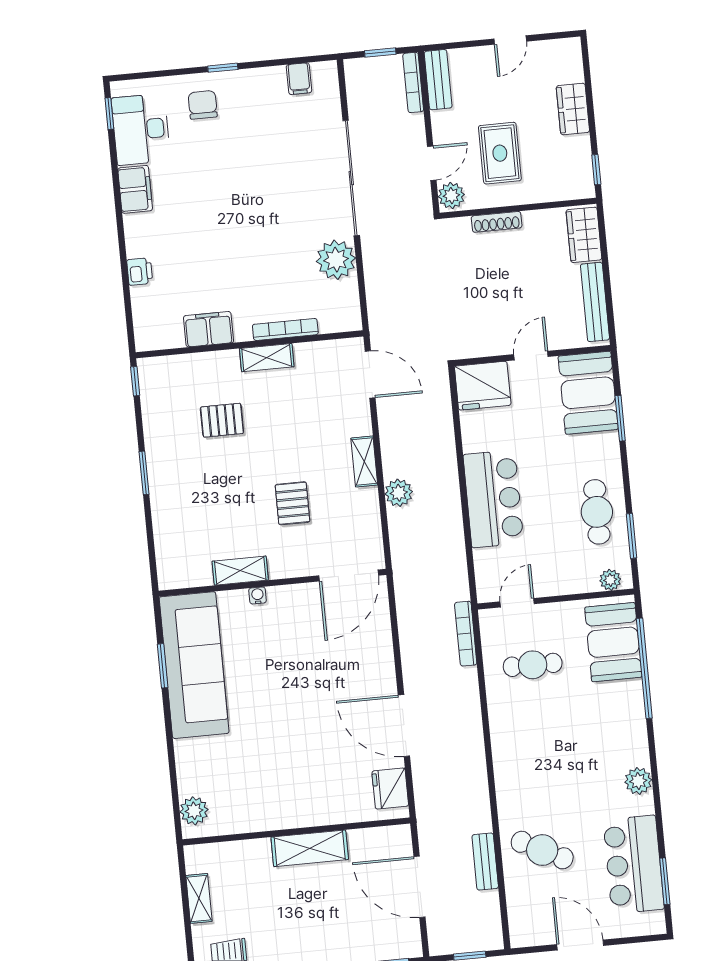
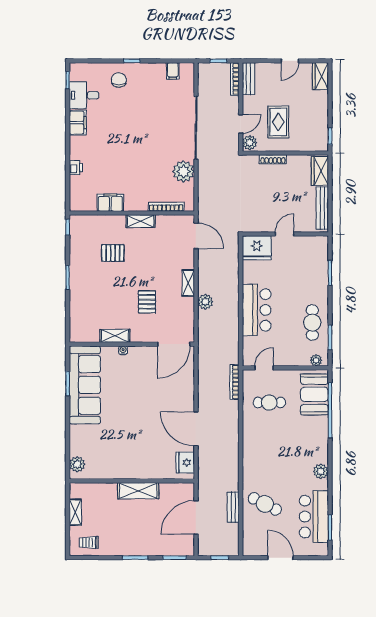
wardrobe: (573, 109) -> (320, 76), moved
desk: (141, 129) -> (84, 95), width x0.73
bookcase: (285, 329) -> (166, 207), moved
booth: (588, 393) -> (314, 257), removed
door: (419, 887) -> (196, 518), hinge flipped

